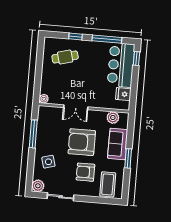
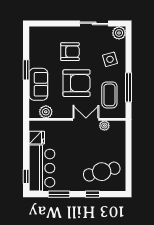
window: (107, 39) -> (59, 194), width x0.69
cafe table: (65, 57) -> (102, 172), width x1.37, depth x1.35
plant: (44, 99) -> (104, 126), moved
coffee table: (108, 184) -> (109, 95), moved

